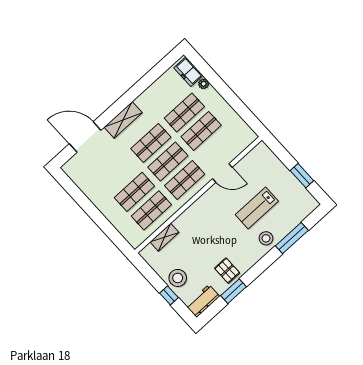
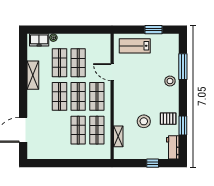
shelving: (123, 120) -> (33, 75), moved
door: (222, 173) -> (112, 72), swing flipped
lab bench: (257, 208) -> (135, 46), moved, turned 90
stool: (178, 278) -> (144, 121), moved

